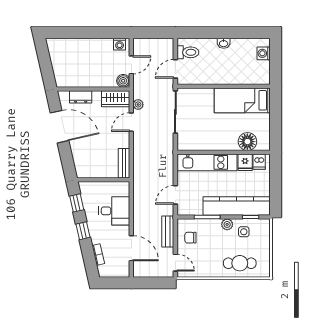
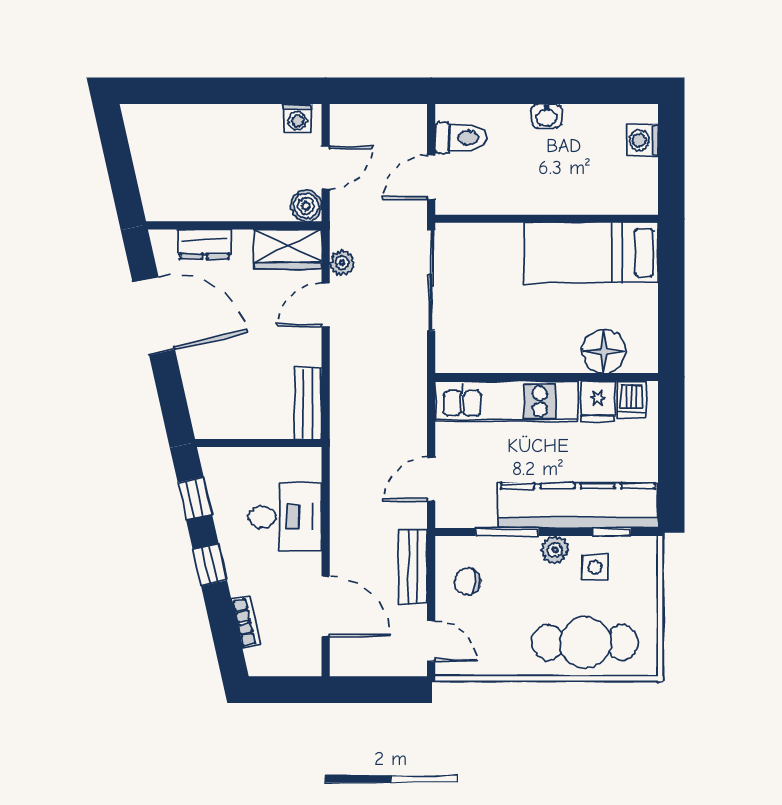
cafe table: (240, 263) -> (585, 643), width x1.37, depth x1.35

